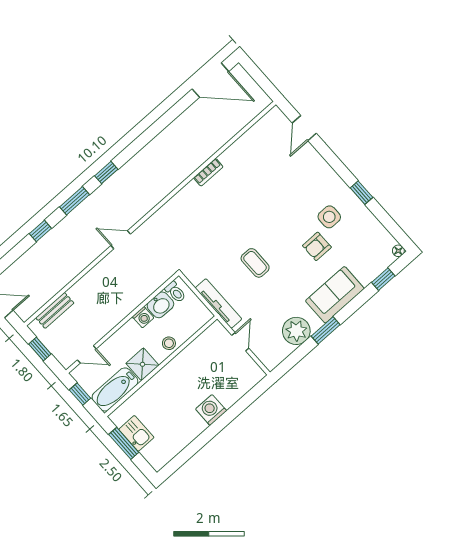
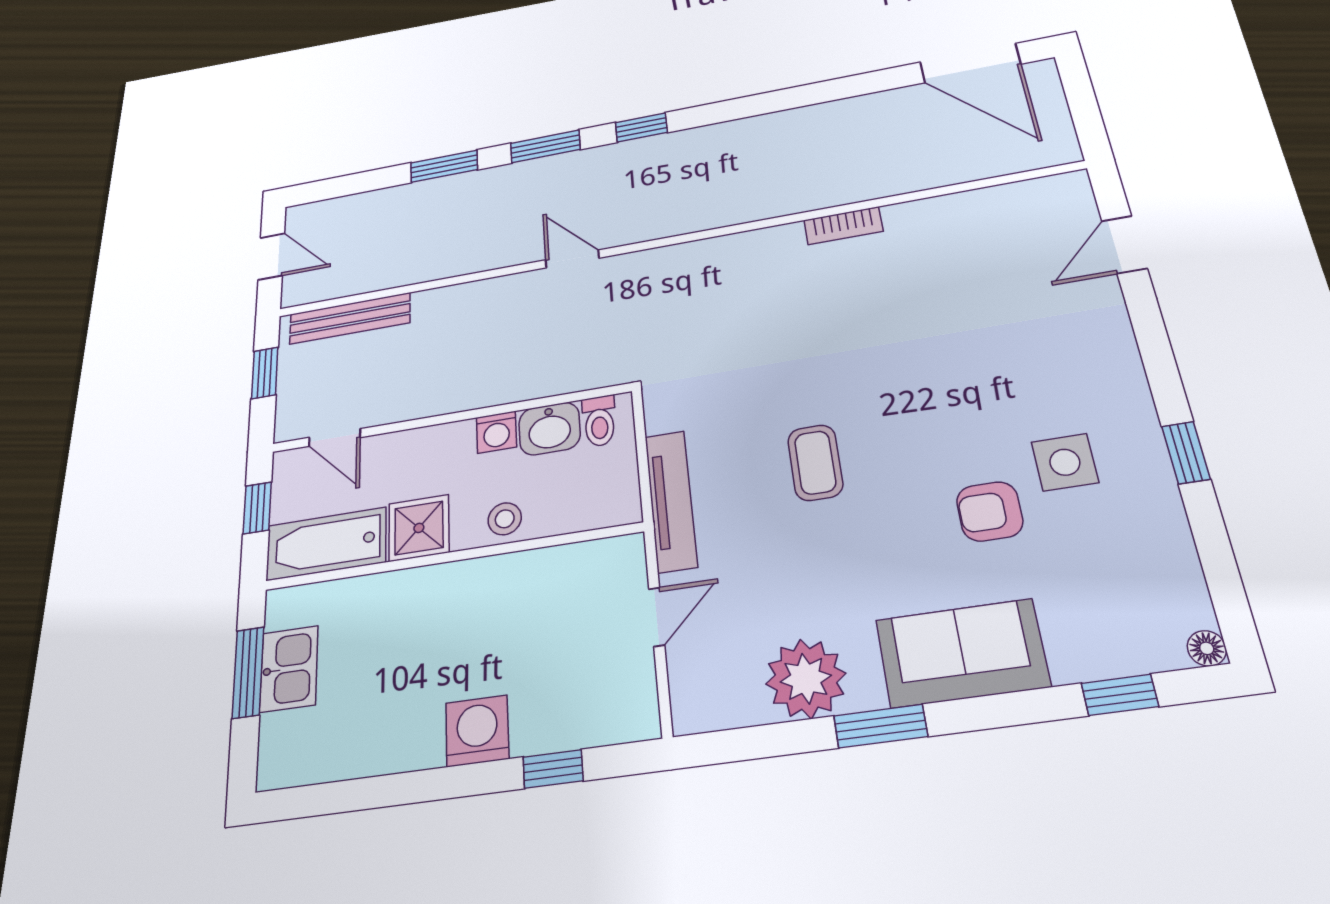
window: (40, 231) -> (444, 166), width x1.50
bench: (55, 310) -> (350, 318), width x1.36
window: (242, 405) -> (553, 769), added

